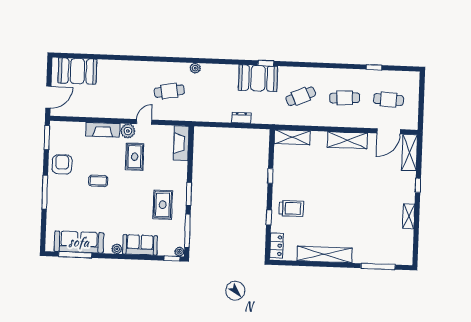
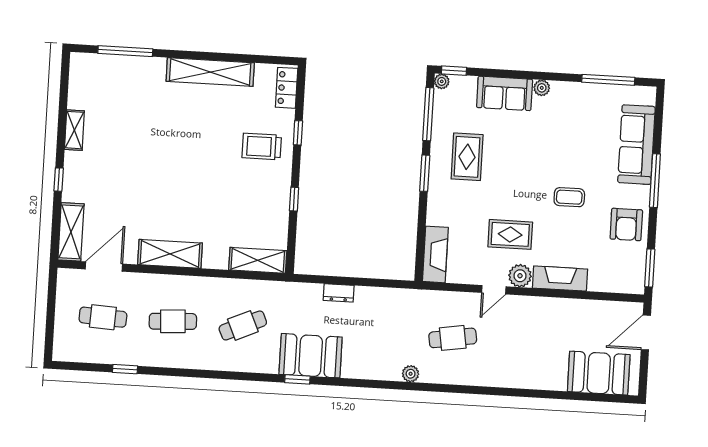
rug: (135, 157) -> (510, 234), turned 90
sofa: (79, 242) -> (636, 145), moved, turned 90

